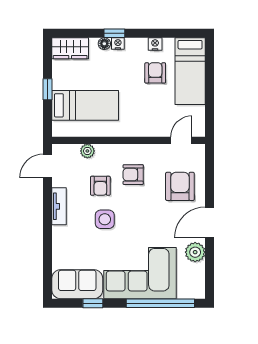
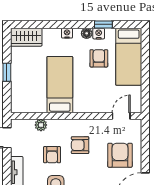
window: (114, 33) -> (103, 24), moved
floor lamp: (104, 44) -> (87, 33), moved
bed: (85, 105) -> (60, 85), moved, turned -90

